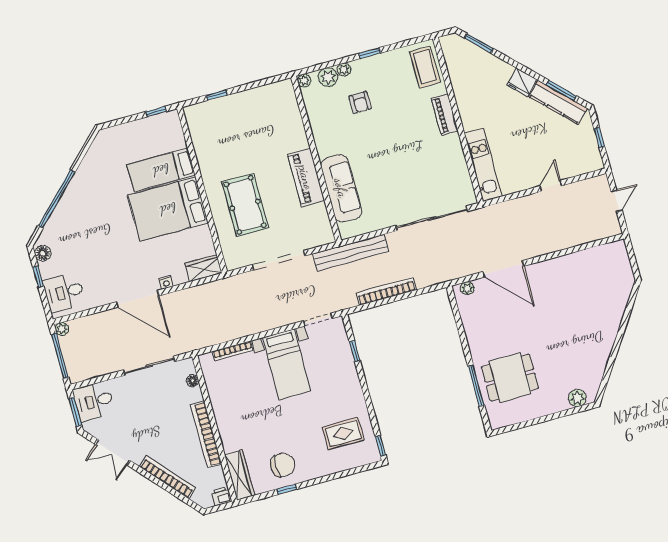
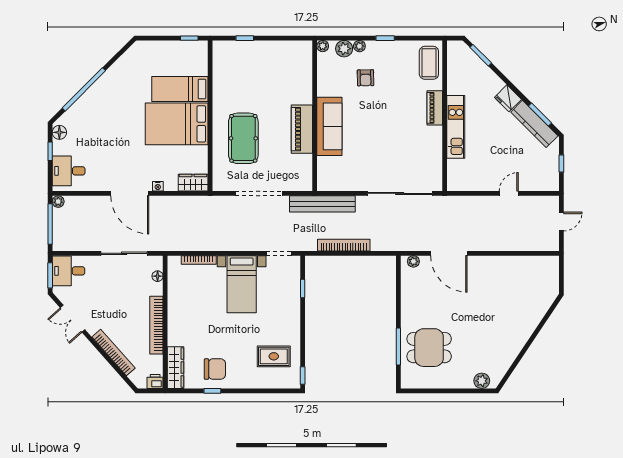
kitchen unit: (483, 165) -> (456, 127), moved
sofa: (341, 188) -> (329, 126), moved

